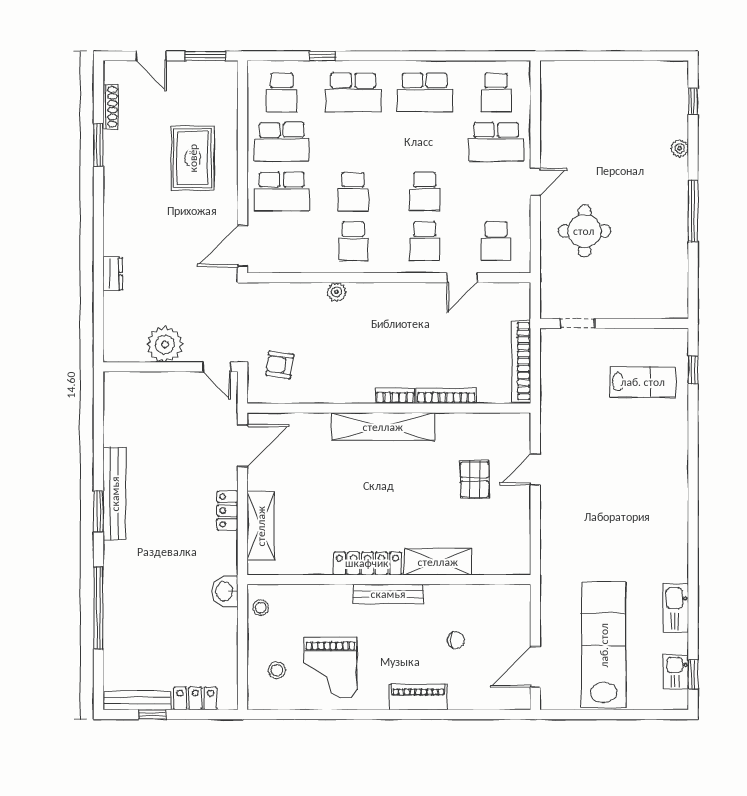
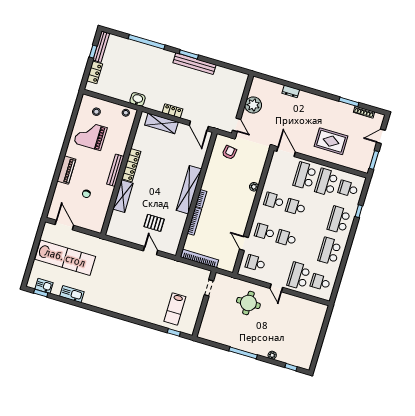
door: (217, 367) -> (237, 125), swing flipped

